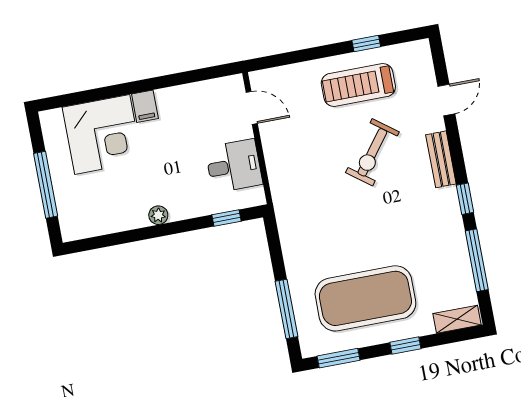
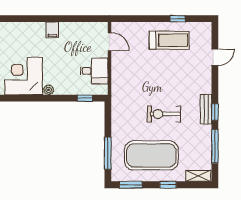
treadmill: (358, 85) -> (169, 40), turned 180
corner desk: (102, 134) -> (24, 76), moved, turned 180
exercise bike: (372, 152) -> (164, 114), moved, turned 53
bench: (441, 159) -> (206, 109), moved

